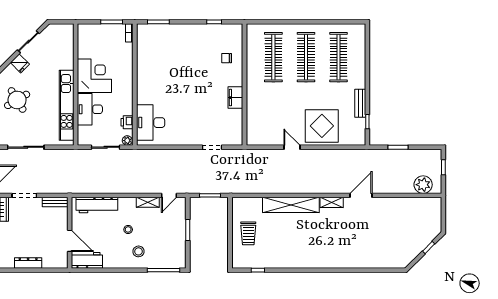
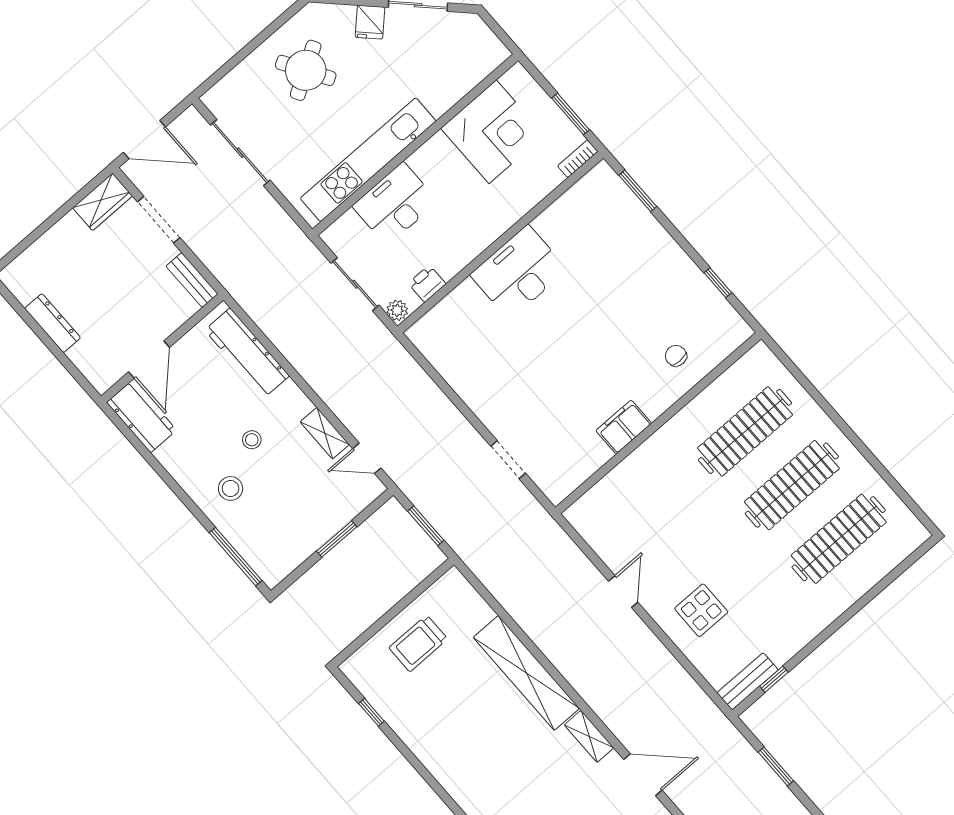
corner desk: (94, 76) -> (493, 132), moved
bench: (360, 103) -> (748, 681), moved
desk: (151, 123) -> (519, 272), moved
display table: (322, 126) -> (701, 610), width x0.54, depth x0.54

